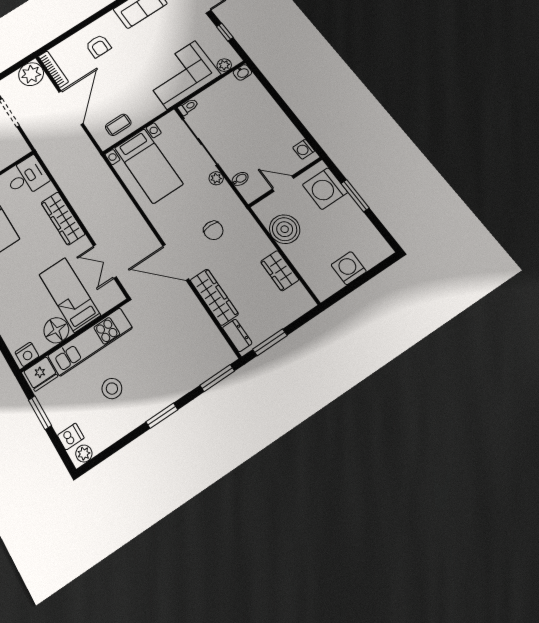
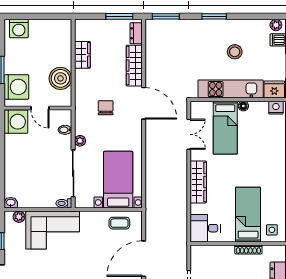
washing machine: (304, 149) -> (16, 122), width x1.89, depth x1.89
washing machine: (349, 268) -> (19, 29), moved
floor lamp: (56, 330) -> (243, 106), width x0.53, depth x0.53

